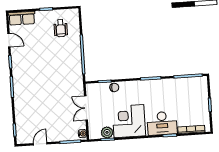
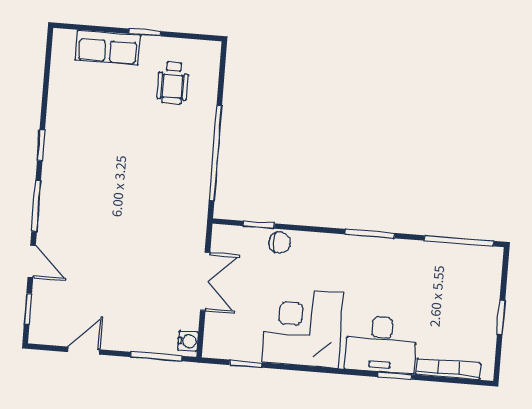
row of seats: (22, 18) -> (108, 47), moved
door: (9, 40) -> (32, 262), moved
double door: (86, 108) -> (205, 282), swing flipped
plant: (107, 132) -> (247, 347), removed

